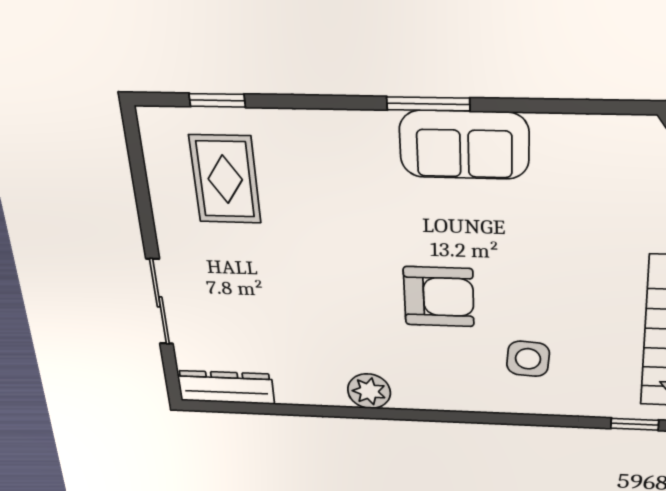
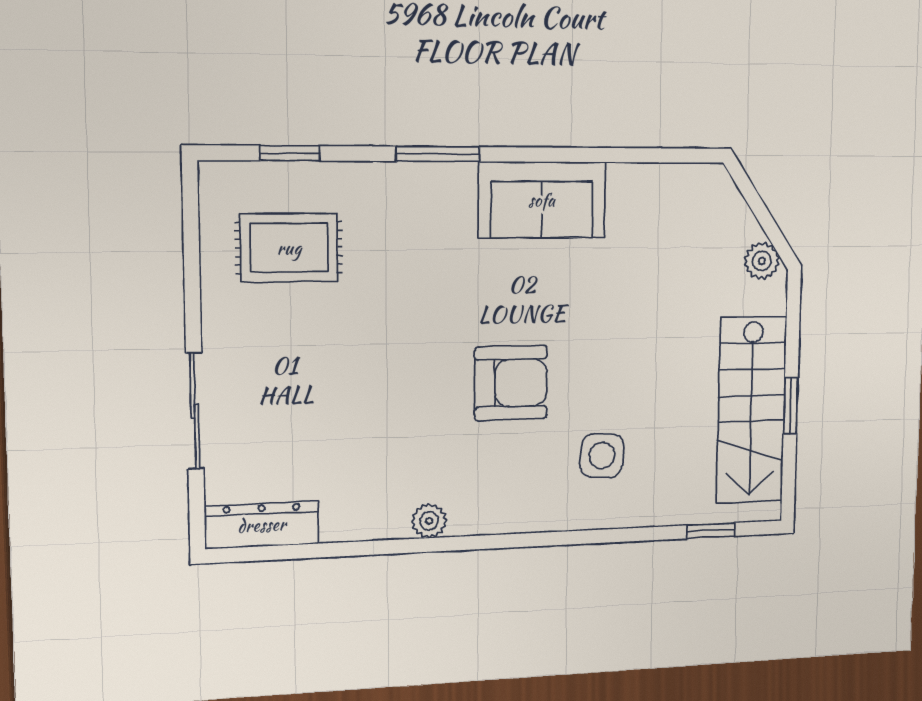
window: (428, 104) -> (438, 154), moved
rug: (225, 179) -> (289, 248), turned 90
plant: (369, 391) -> (429, 521), width x0.73, depth x0.73

